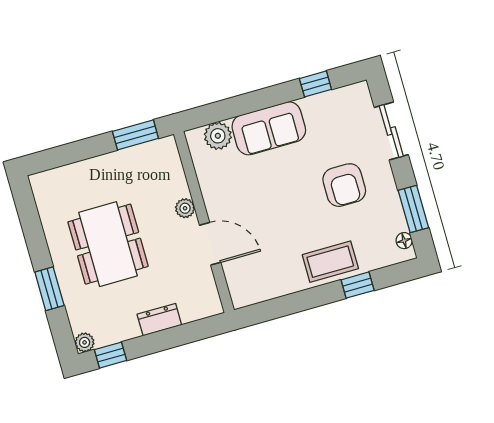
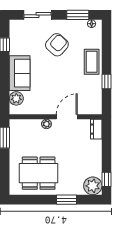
armchair: (344, 185) -> (57, 45), turned -48
dining table: (108, 244) -> (39, 173), moved
window: (358, 285) -> (107, 81), moved
dresser: (159, 320) -> (96, 129), moved
plant: (85, 342) -> (93, 186), width x1.87, depth x1.87

